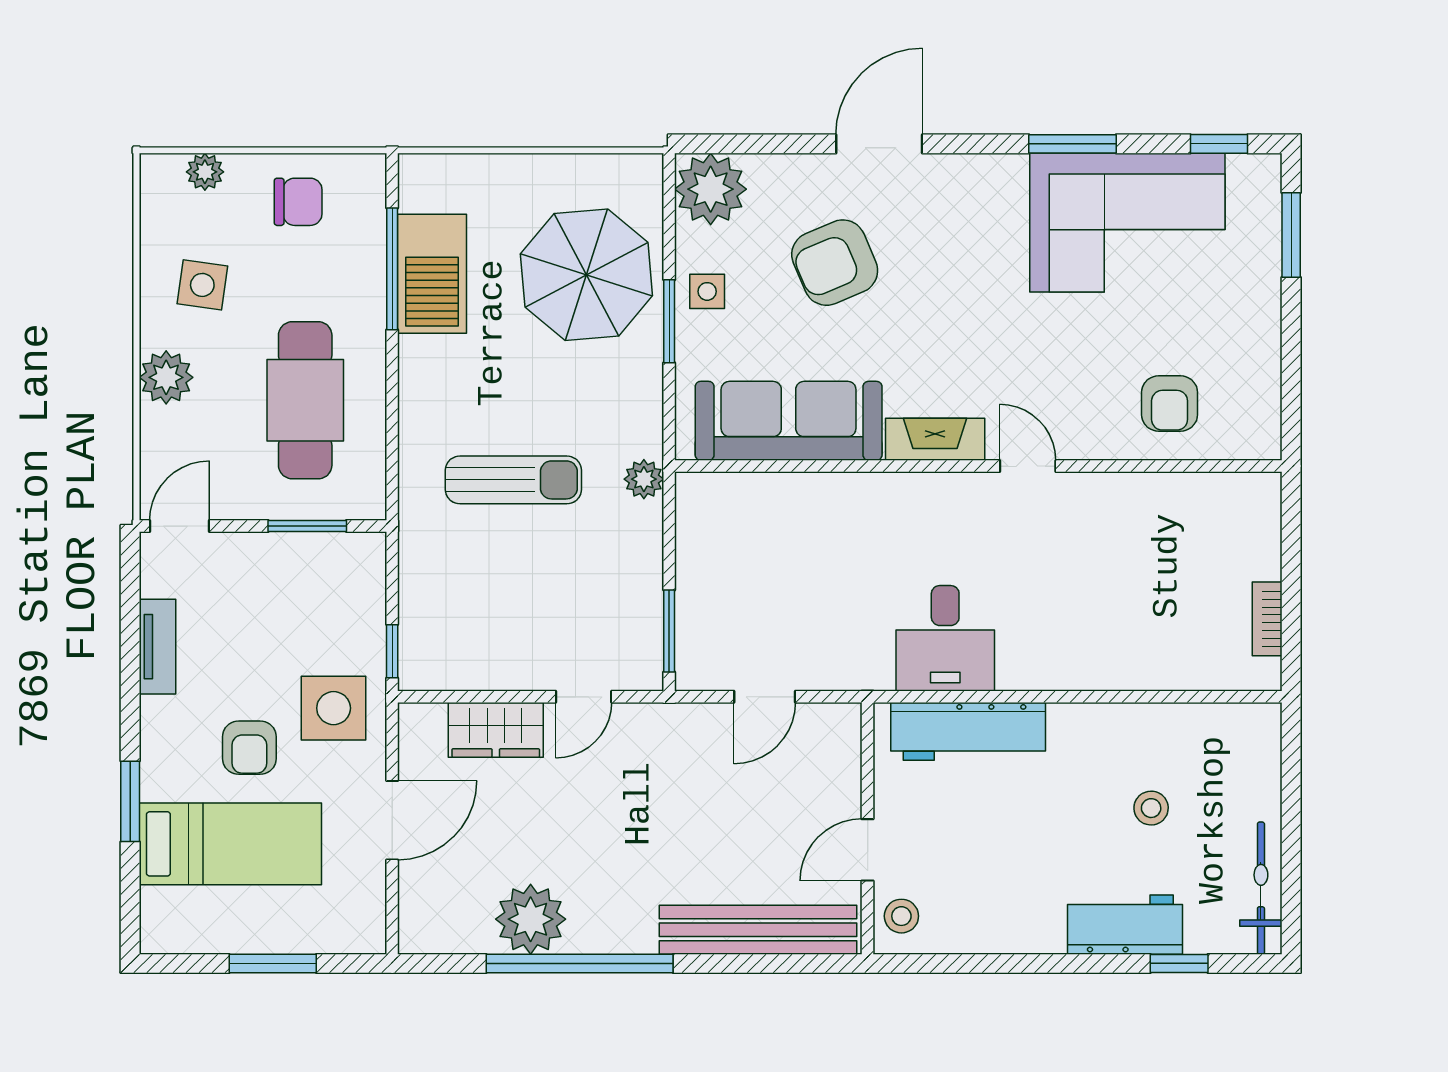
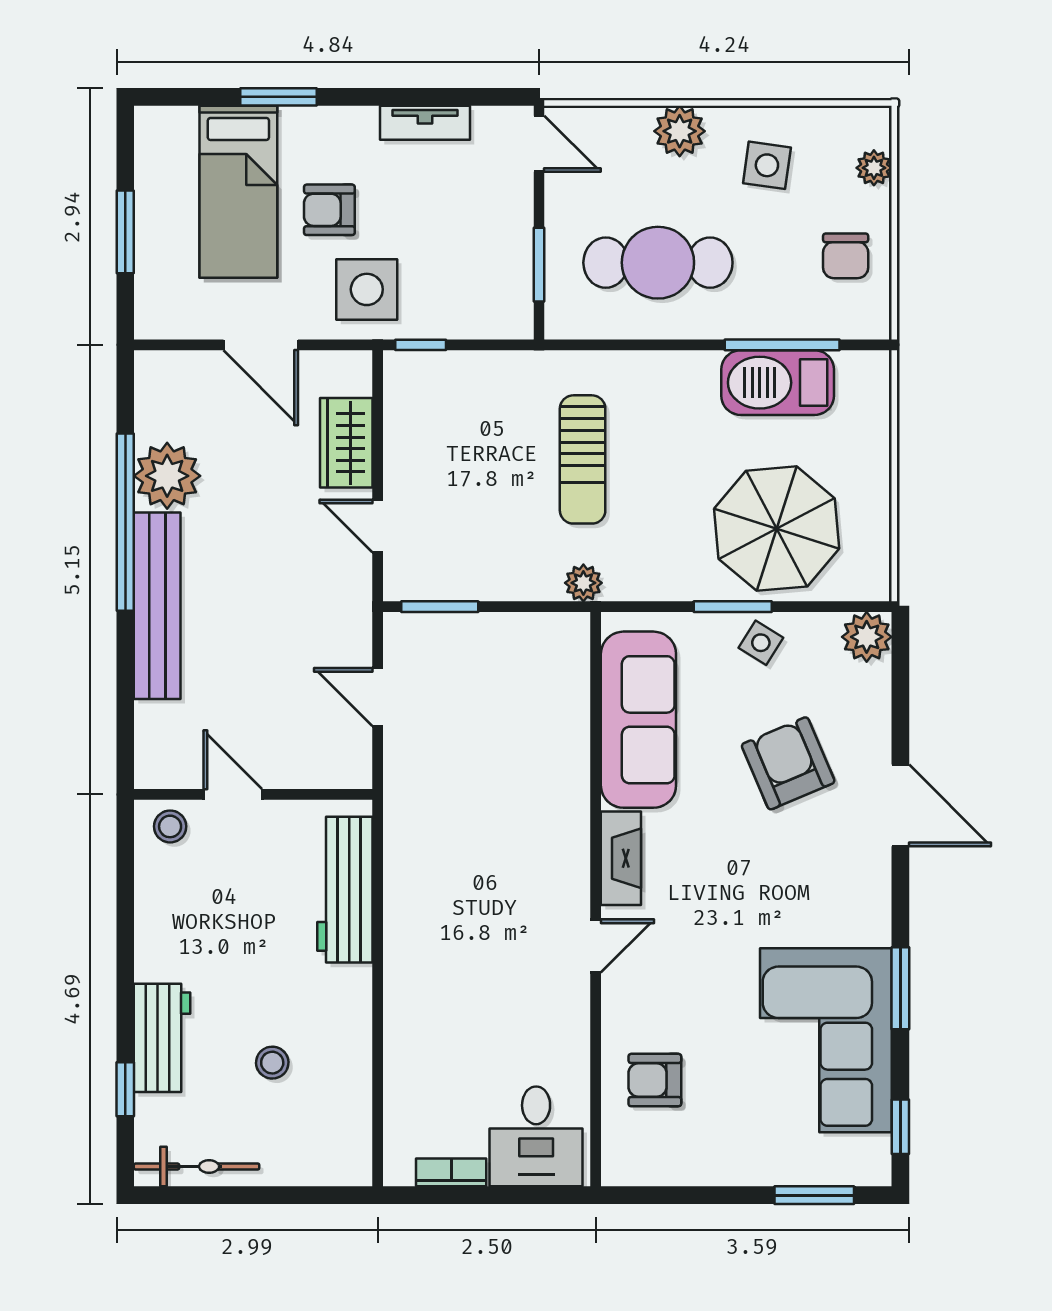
plant: (711, 189) -> (867, 637), width x0.73, depth x0.73
side table: (707, 291) -> (761, 643), turned 32
desk: (945, 638) -> (536, 1136), moved, turned -90
bench: (758, 930) -> (157, 606), moved

